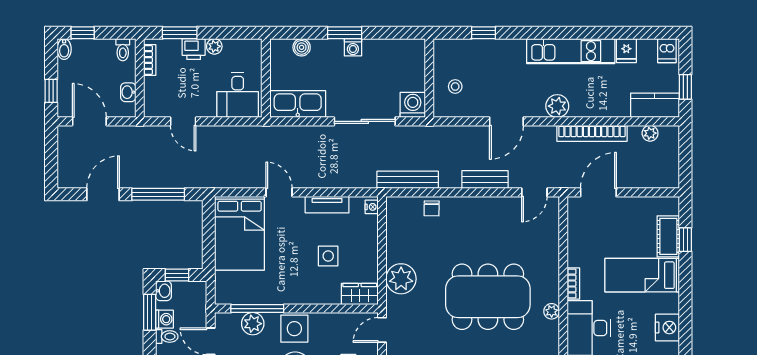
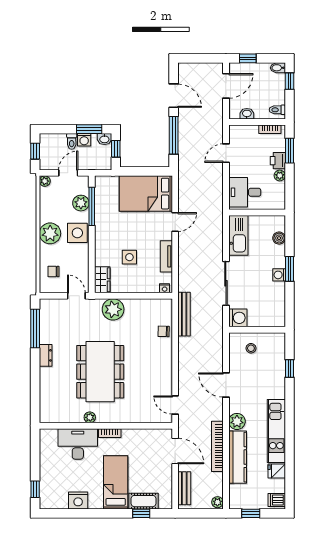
kitchen counter: (655, 105) -> (238, 457), moved, width x1.50
plant: (650, 133) -> (217, 502), moved
bench: (485, 180) -> (184, 488), moved

